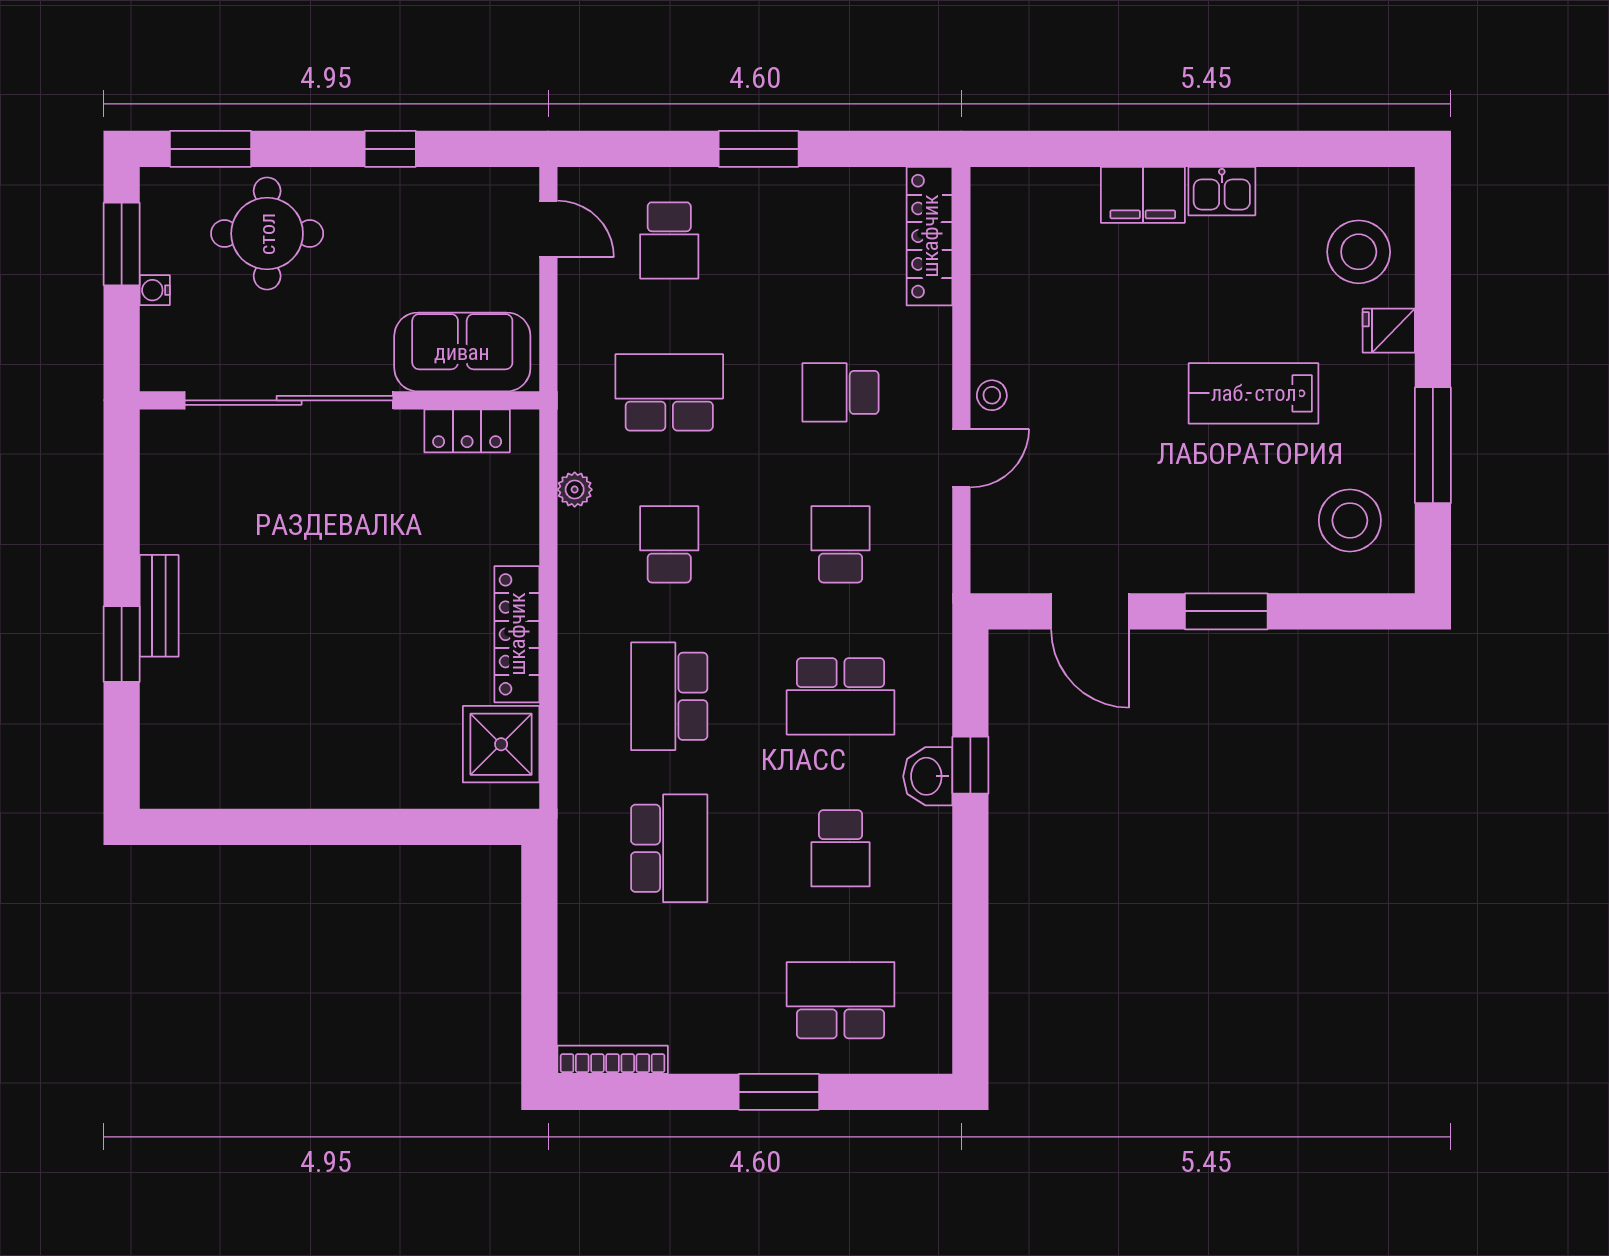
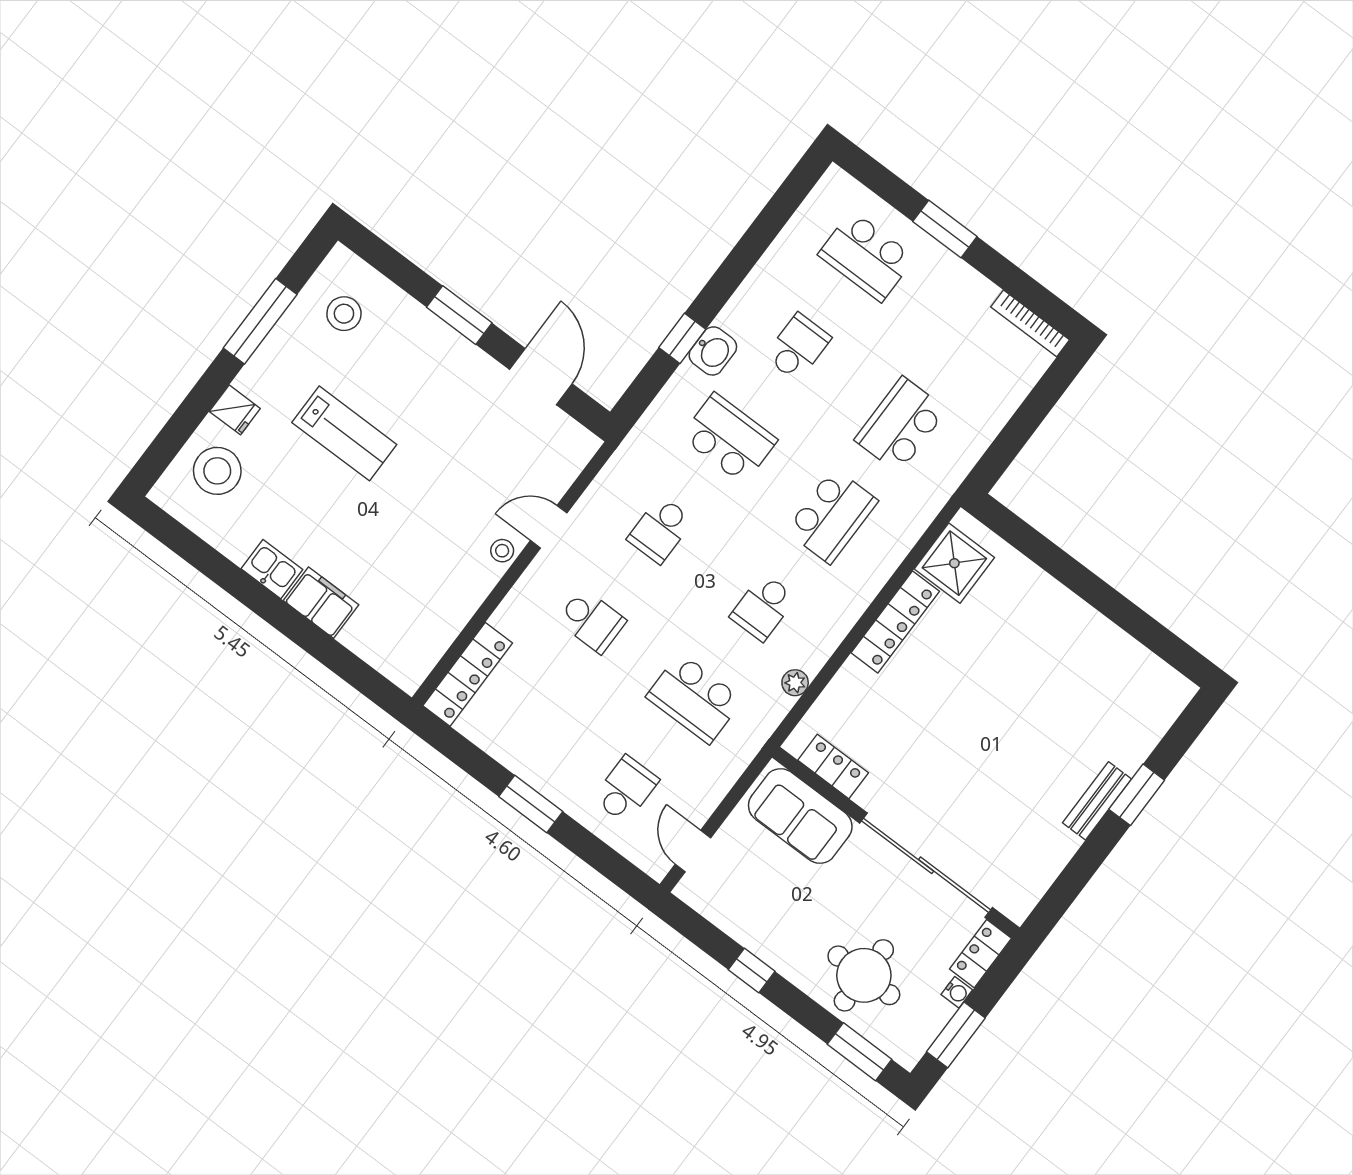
locker: (161, 350) -> (980, 954), added
stool: (1350, 520) -> (344, 314), width x0.73, depth x0.73

